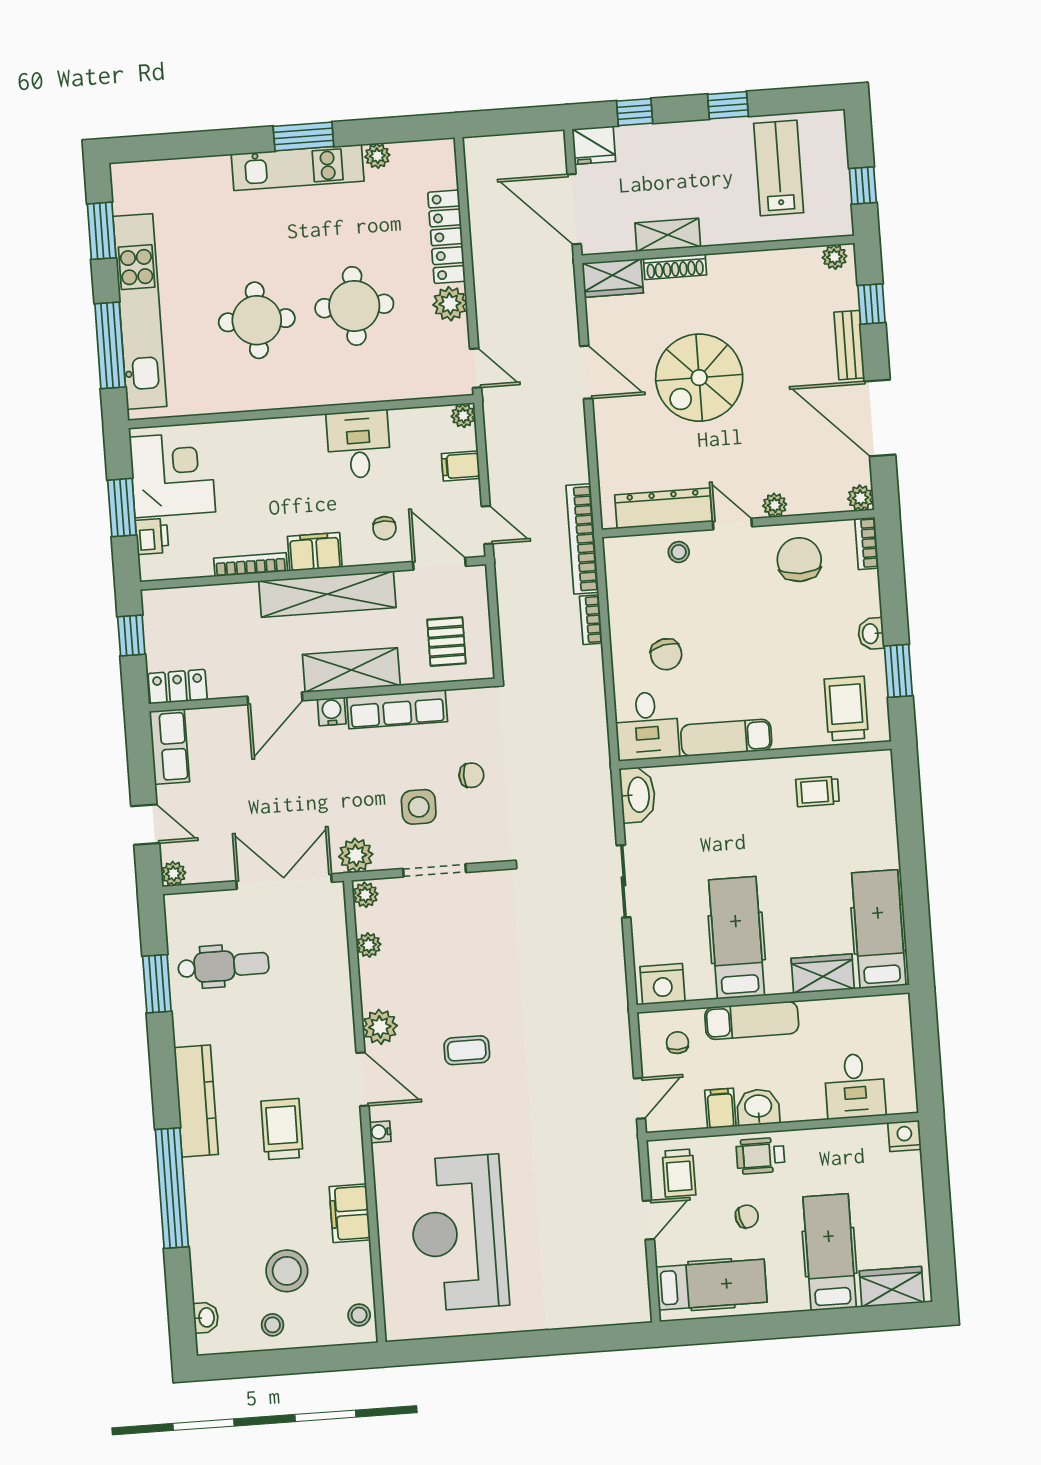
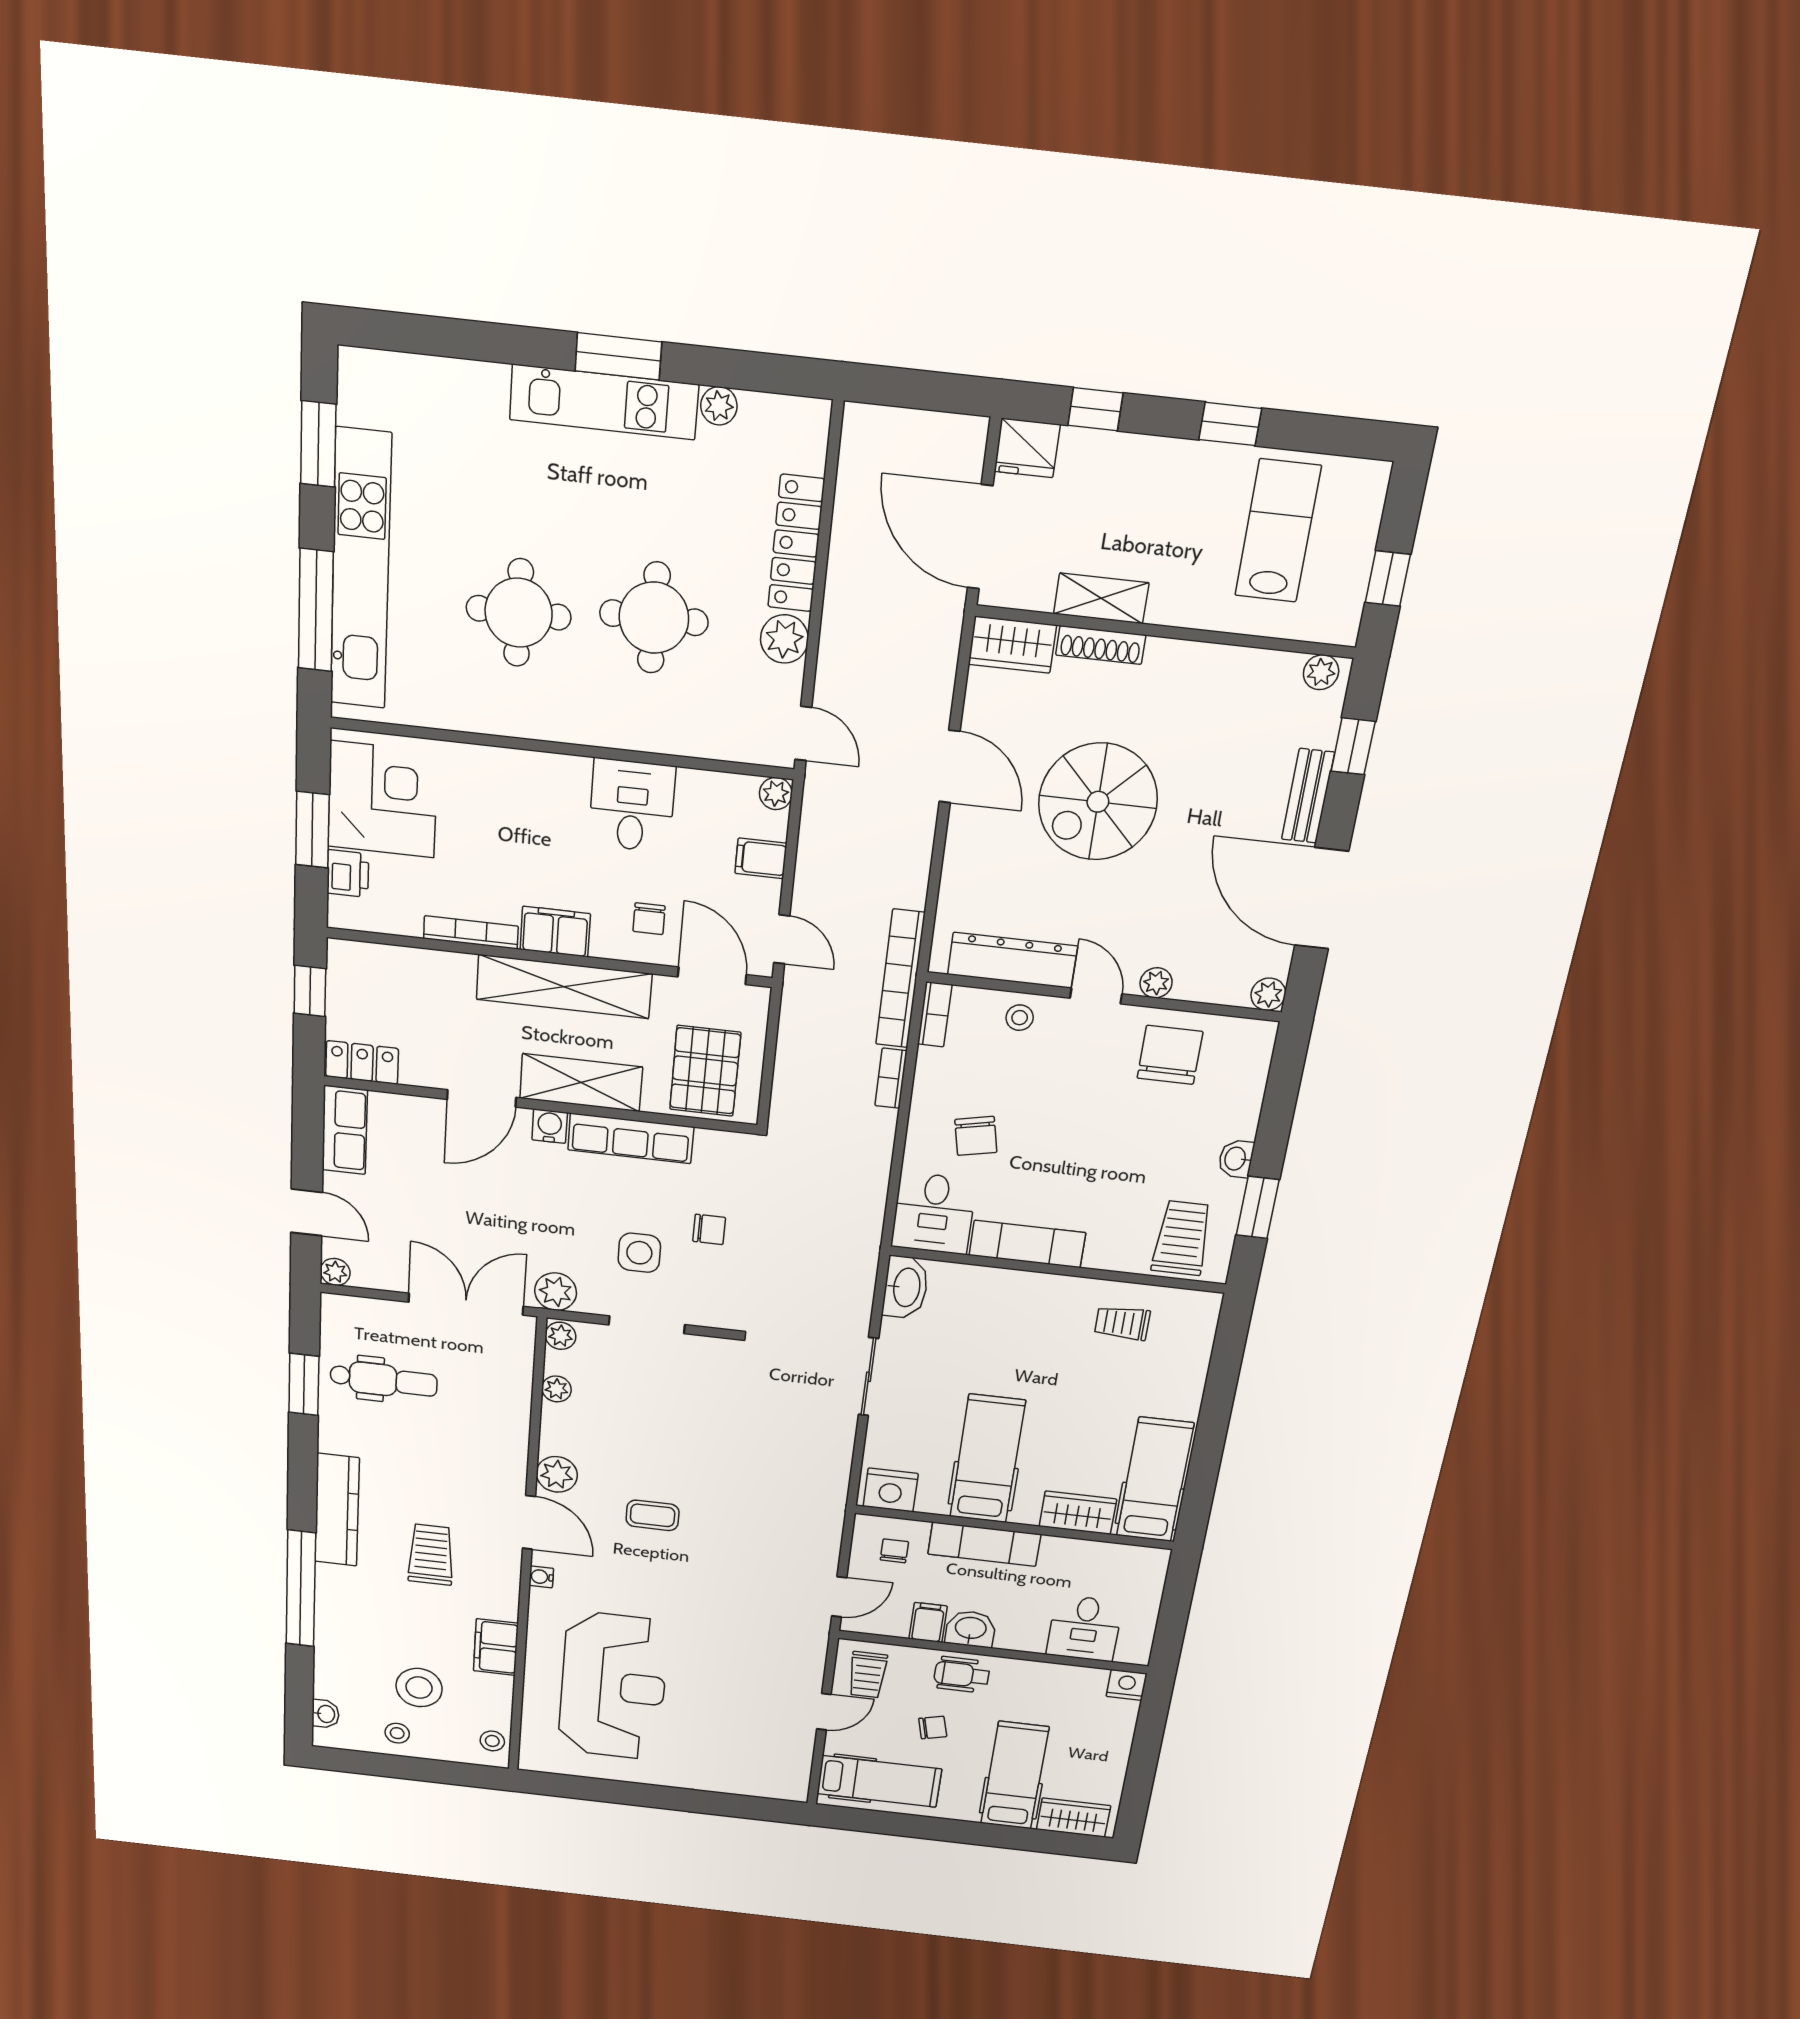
bookcase: (867, 543) -> (935, 1014), moved, turned 180
pallet: (446, 642) -> (705, 1071), width x1.50, depth x1.42
reception desk: (459, 1233) -> (613, 1686), turned 180

